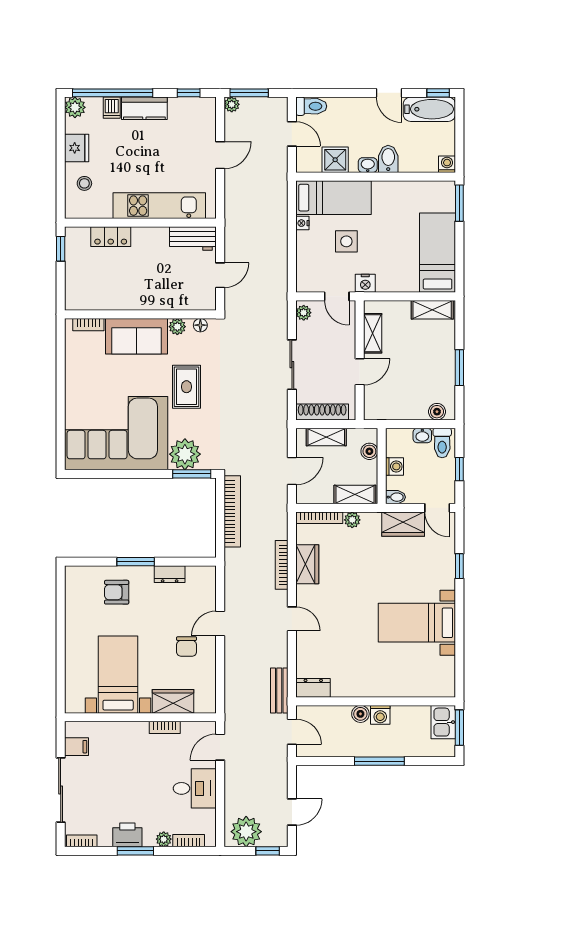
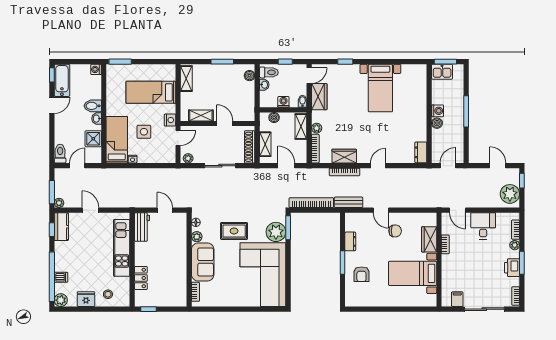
kitchen counter: (144, 108) -> (61, 227), moved
bed: (438, 253) -> (151, 92), moved
bench: (279, 690) -> (349, 202), moved

